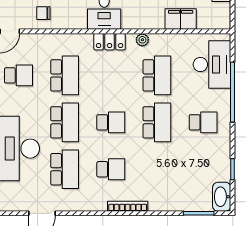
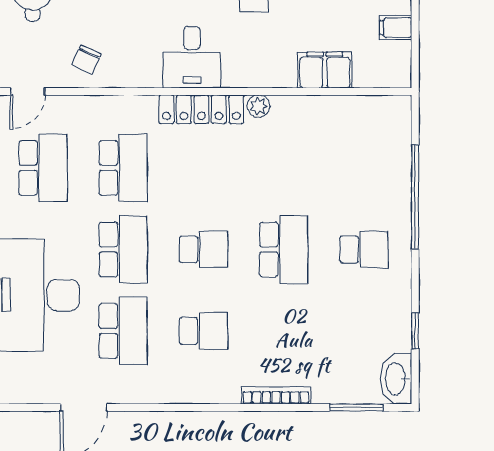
chair: (43, 13) -> (86, 60), turned -65
locker: (110, 42) -> (201, 109), width x1.53
desk: (212, 64) -> (379, 149), removed
school desk: (18, 75) -> (43, 168), width x1.85
school desk: (157, 75) -> (284, 168), removed
bookcase: (128, 206) -> (276, 395), moved

